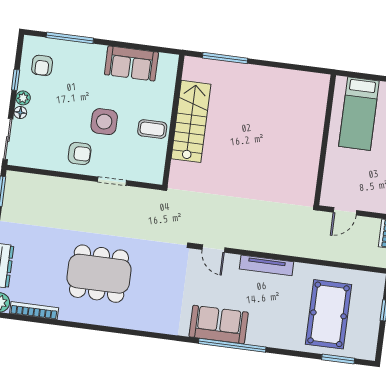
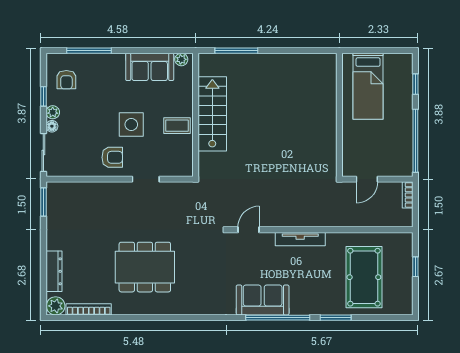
plant: (166, 60) -> (181, 59), added
door: (213, 249) -> (249, 230), swing flipped
window: (338, 359) -> (336, 318), moved

